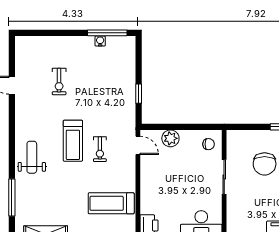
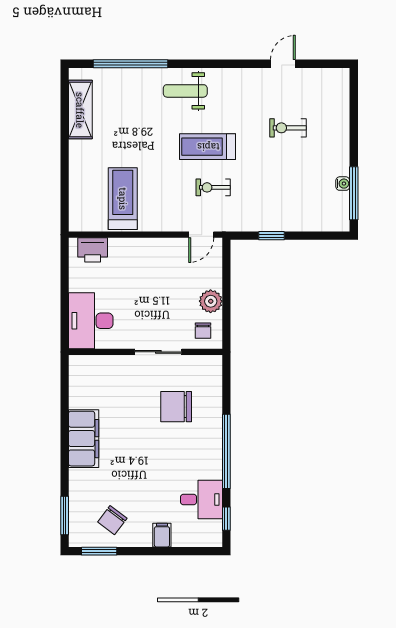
plant: (170, 138) -> (211, 301), moved
exercise bike: (100, 149) -> (213, 187), moved
weight bench: (32, 157) -> (185, 91), turned 180
window: (12, 198) -> (131, 64), width x1.46

